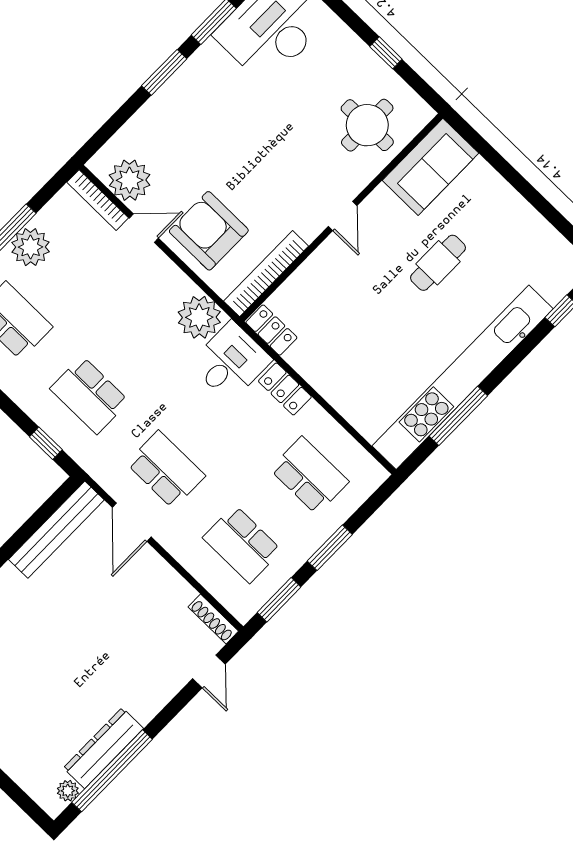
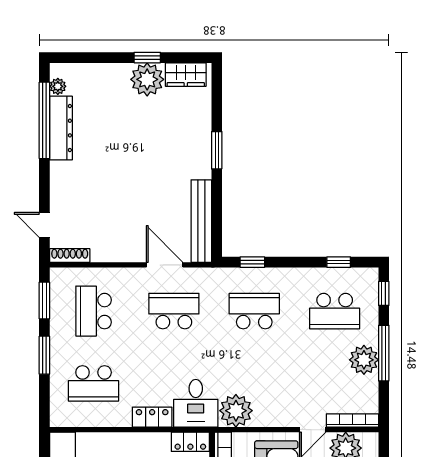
school desk: (166, 470) -> (174, 311), turned 180
school desk: (242, 544) -> (94, 311), turned -90

